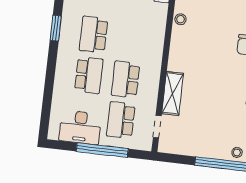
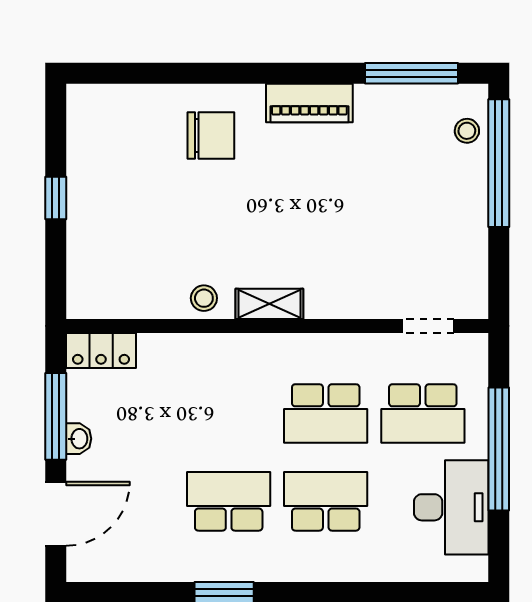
stool: (181, 19) -> (204, 298), moved
school desk: (94, 34) -> (229, 501), turned 180
shelving: (173, 93) -> (269, 304), moved, width x0.67, depth x0.75

